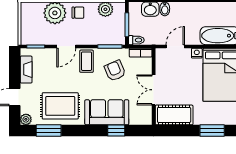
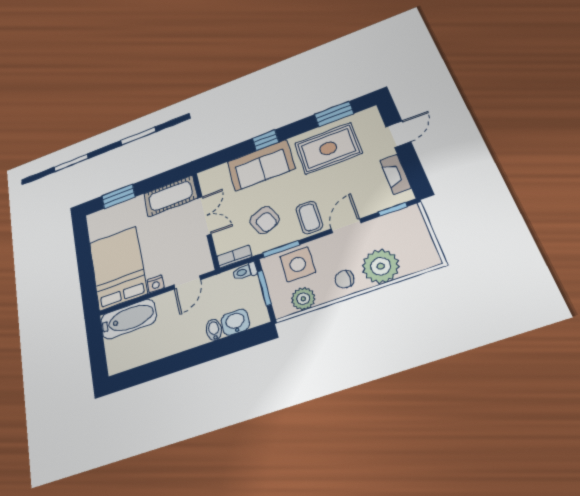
side table: (102, 32) -> (298, 264), added
plant: (26, 119) -> (371, 114), removed
window: (116, 131) -> (265, 140), moved

